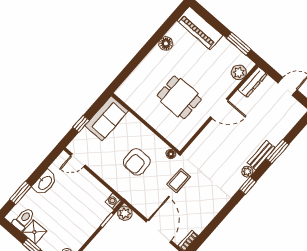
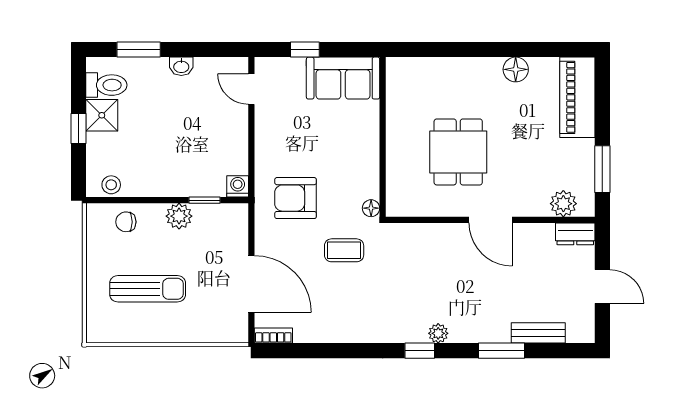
dresser: (253, 82) -> (575, 234), width x0.70
bench: (261, 155) -> (538, 333), moved
armchair: (137, 162) -> (296, 198), moved
washbasin: (45, 183) -> (181, 66), width x0.52, depth x0.69
plant: (125, 213) -> (179, 216), moved
door: (159, 231) -> (251, 284), hinge flipped

